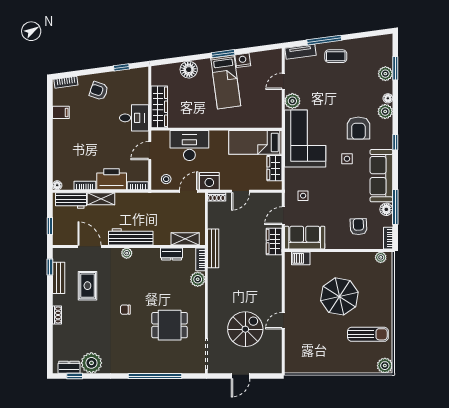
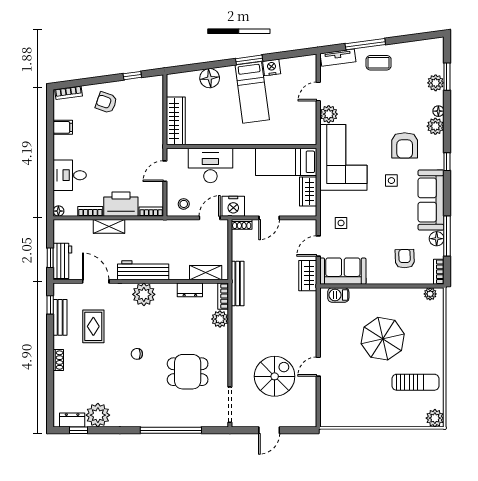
desk: (134, 118) -> (70, 175), moved, turned 180
workbench: (71, 201) -> (62, 261), moved, turned -90
plant: (127, 253) -> (144, 294), width x1.88, depth x1.88

